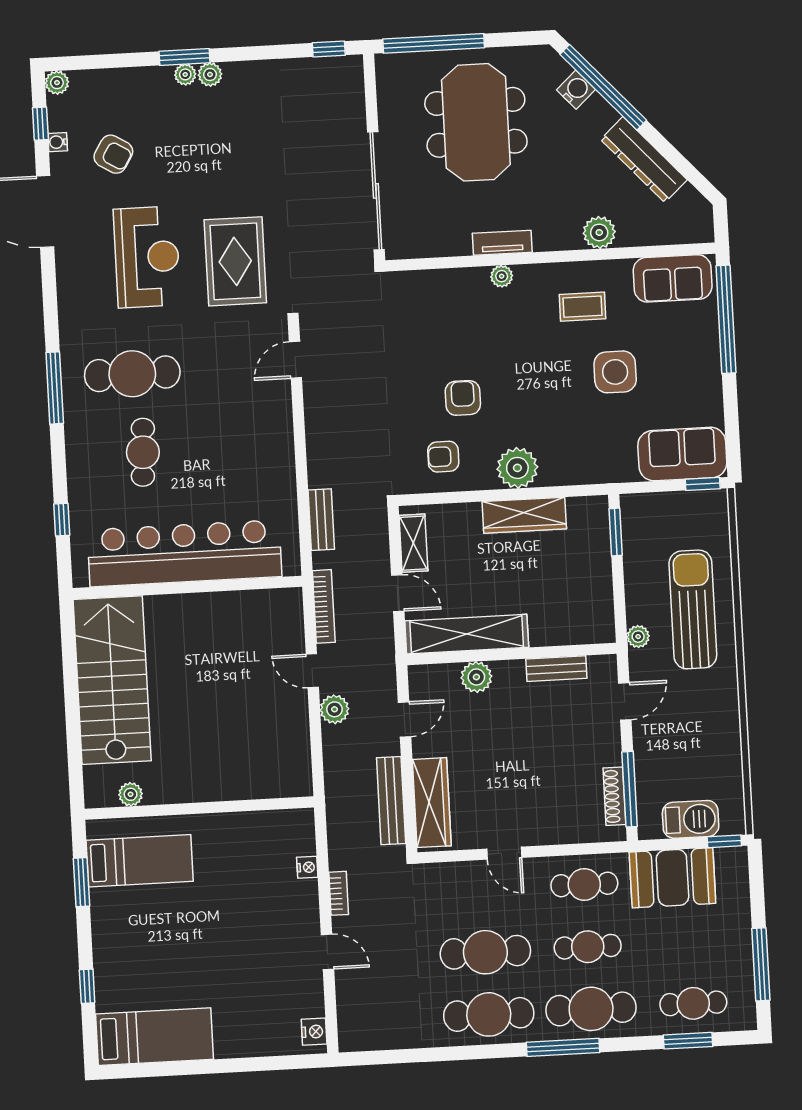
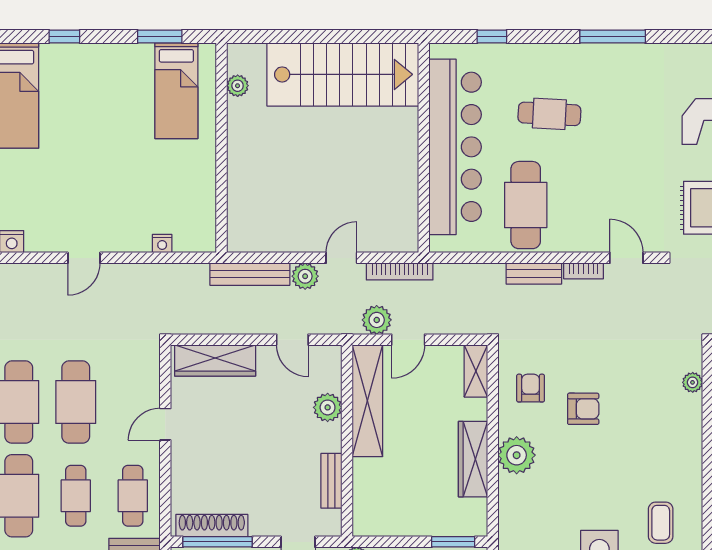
plant: (502, 276) -> (693, 382), moved
cafe table: (132, 374) -> (526, 205), moved
bench: (321, 520) -> (534, 274), moved
shelving: (413, 543) -> (476, 371), moved, turned 90
plant: (378, 629) -> (377, 320), added
shoe rack: (614, 796) -> (212, 526), width x1.36, depth x1.24
bench: (391, 801) -> (250, 274), moved
bookcase: (339, 893) -> (584, 271), moved

